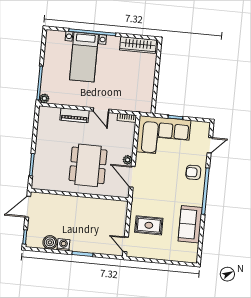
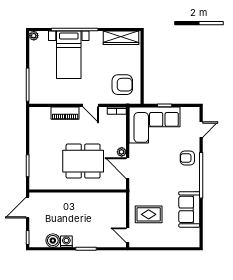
armchair: (135, 92) -> (122, 85), added
plant: (44, 98) -> (34, 36), moved
dining table: (88, 165) -> (83, 161), turned 90

